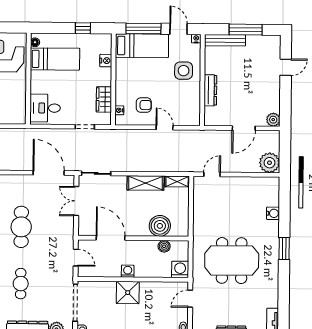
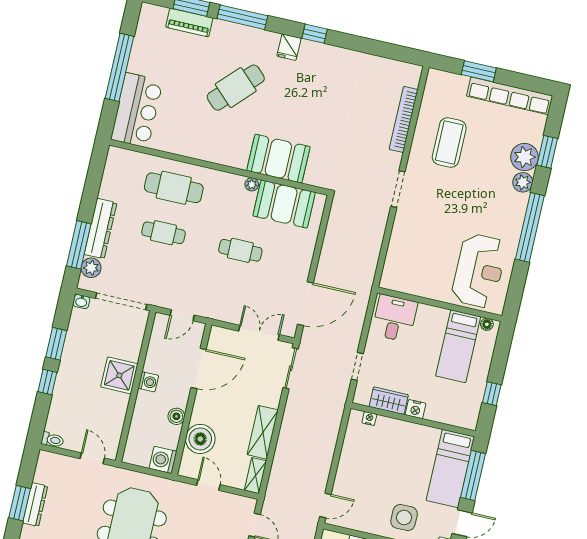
nightstand: (106, 61) -> (416, 409), moved
armchair: (144, 105) -> (369, 453), removed
door: (165, 127) -> (325, 506), moved
door: (191, 213) -> (208, 485), added
cafe table: (21, 227) -> (240, 250), width x0.73, depth x0.74
boiler: (164, 246) -> (176, 416), moved
washing machine: (180, 270) -> (163, 460), moved, turned 180

